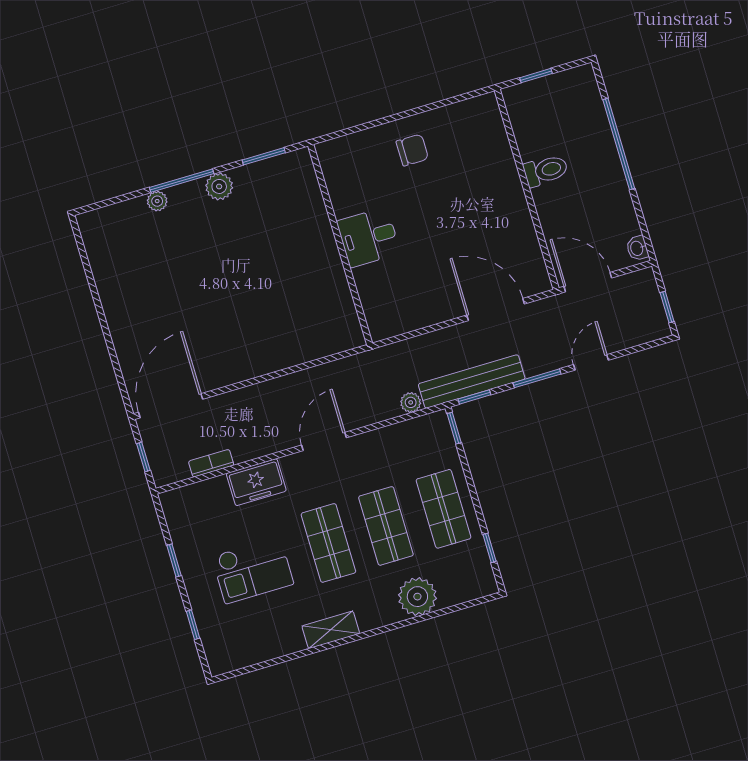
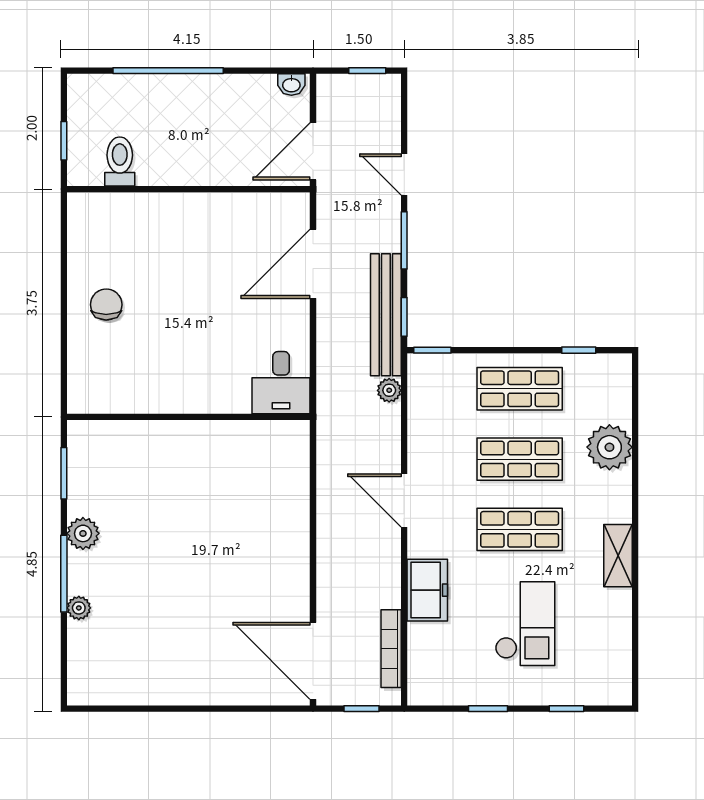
toilet: (546, 170) -> (120, 161), moved
desk: (368, 237) -> (281, 383), moved
bookcase: (211, 463) -> (391, 649), width x1.56

